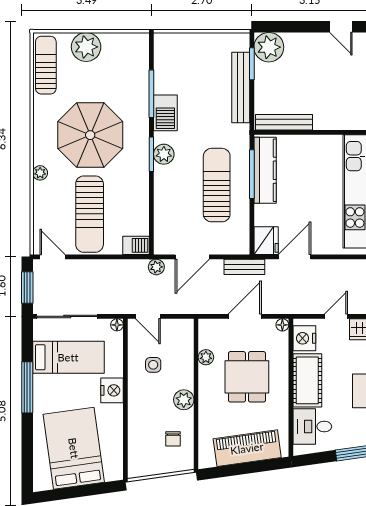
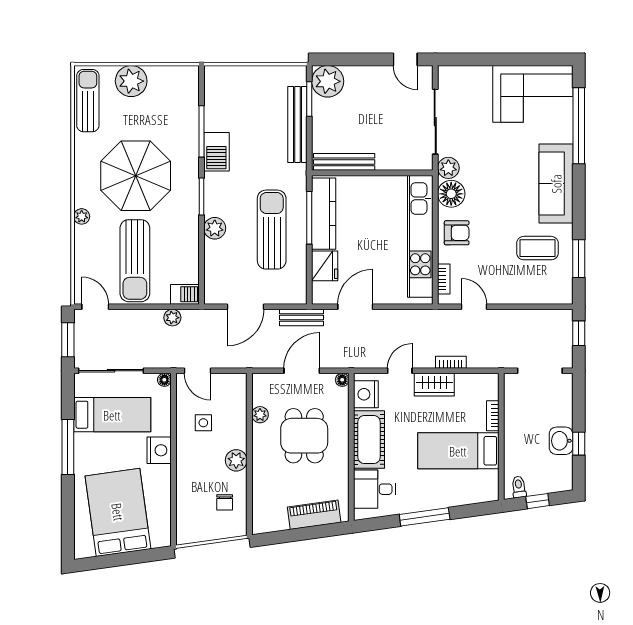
plant: (164, 154) -> (215, 228), moved
fridge: (266, 241) -> (325, 266), moved
plant: (156, 267) -> (172, 318), moved
piano: (247, 448) -> (314, 515), width x0.73, depth x0.75

